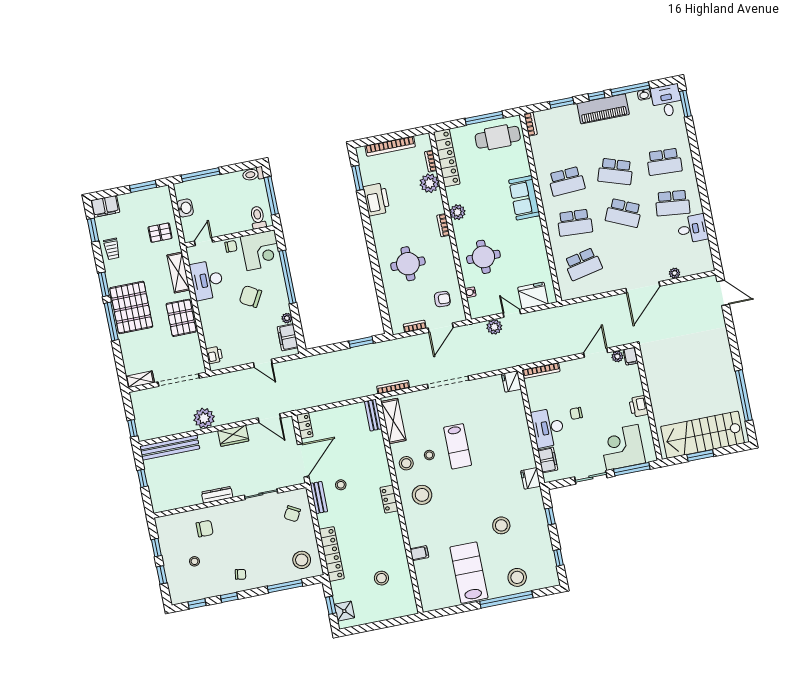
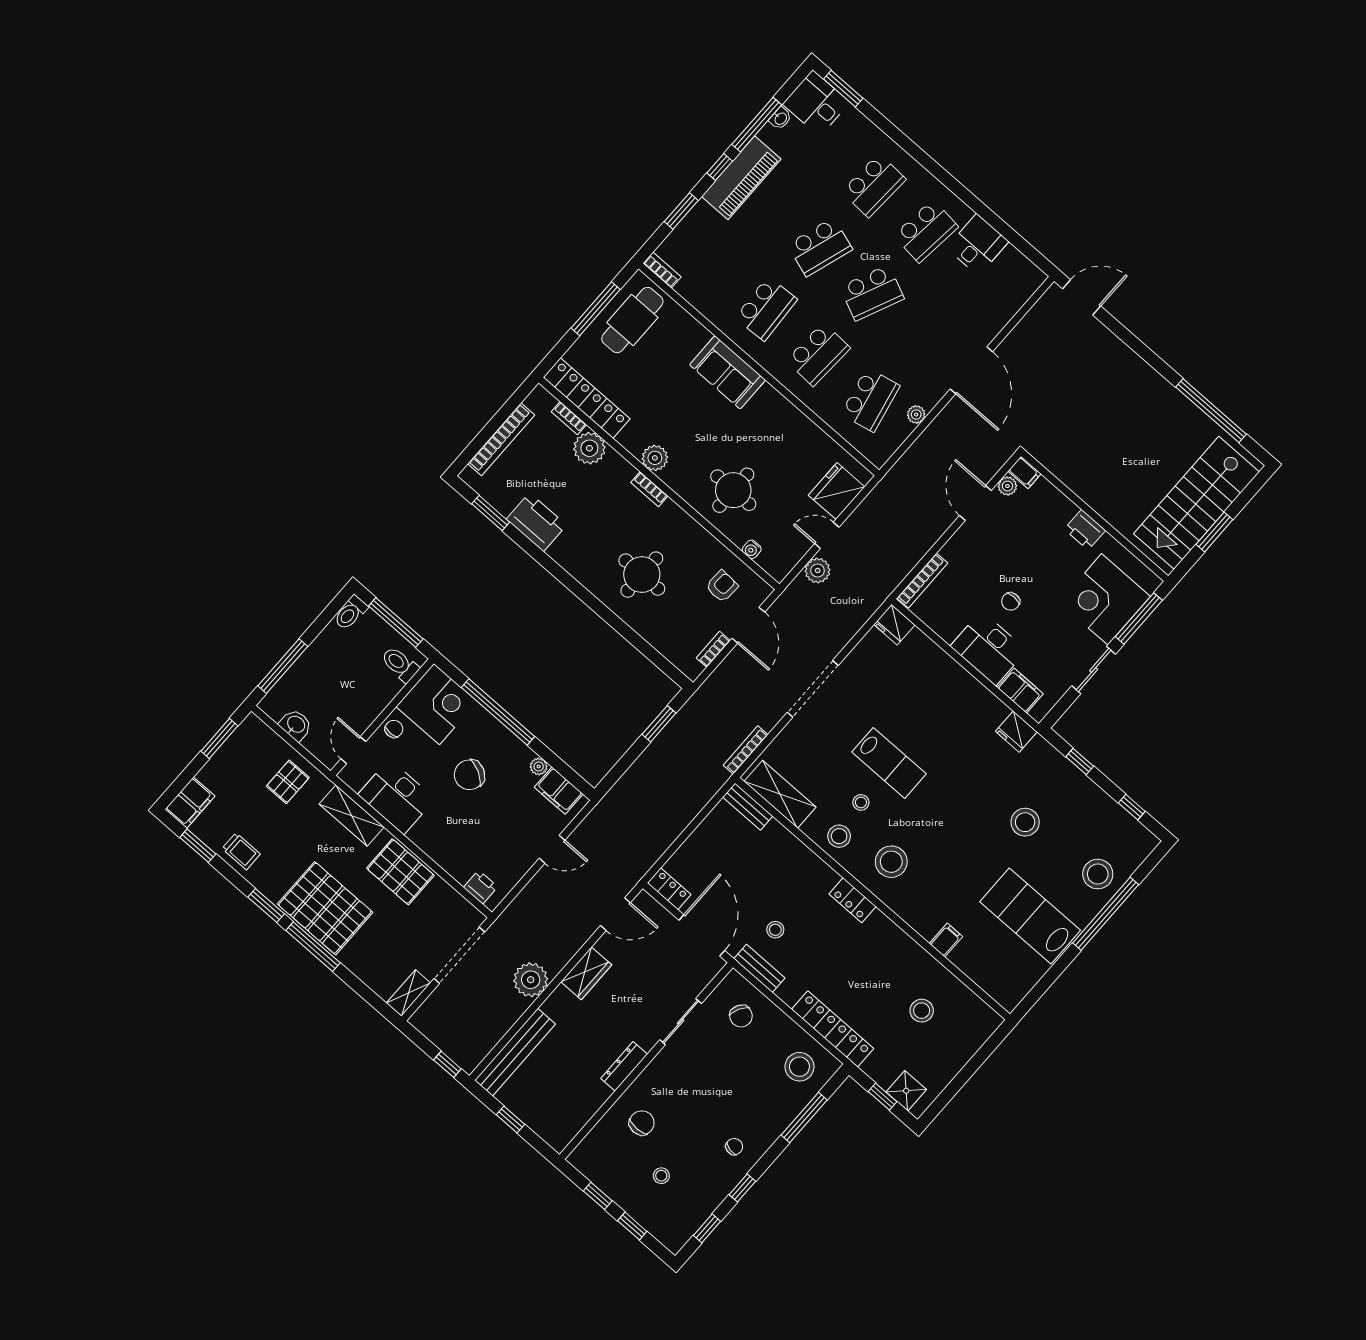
plant: (675, 273) -> (916, 415), moved

